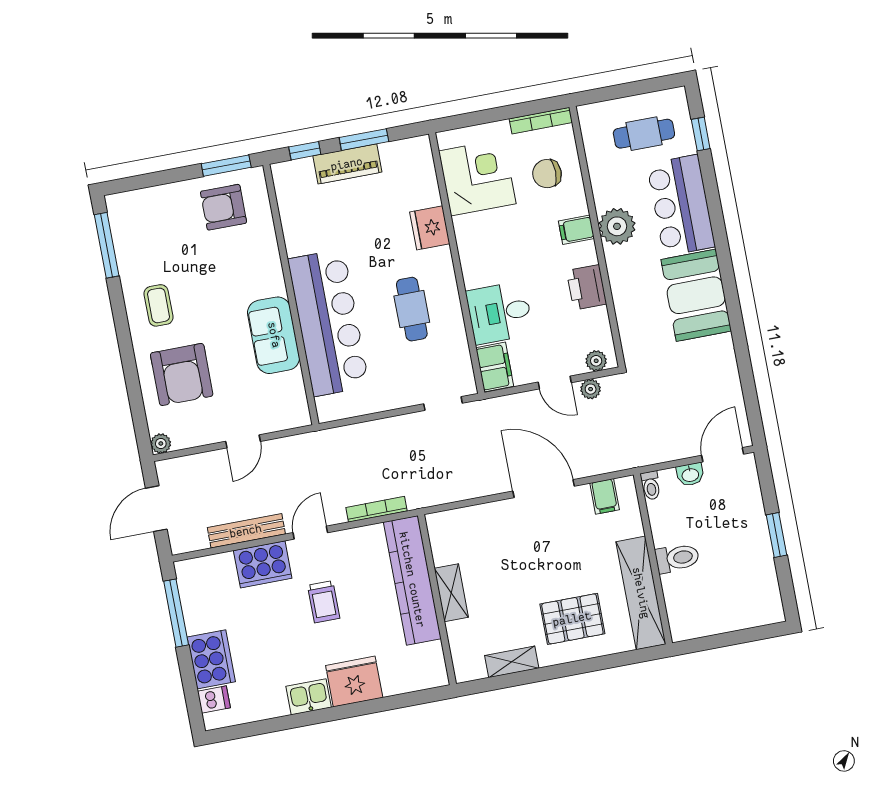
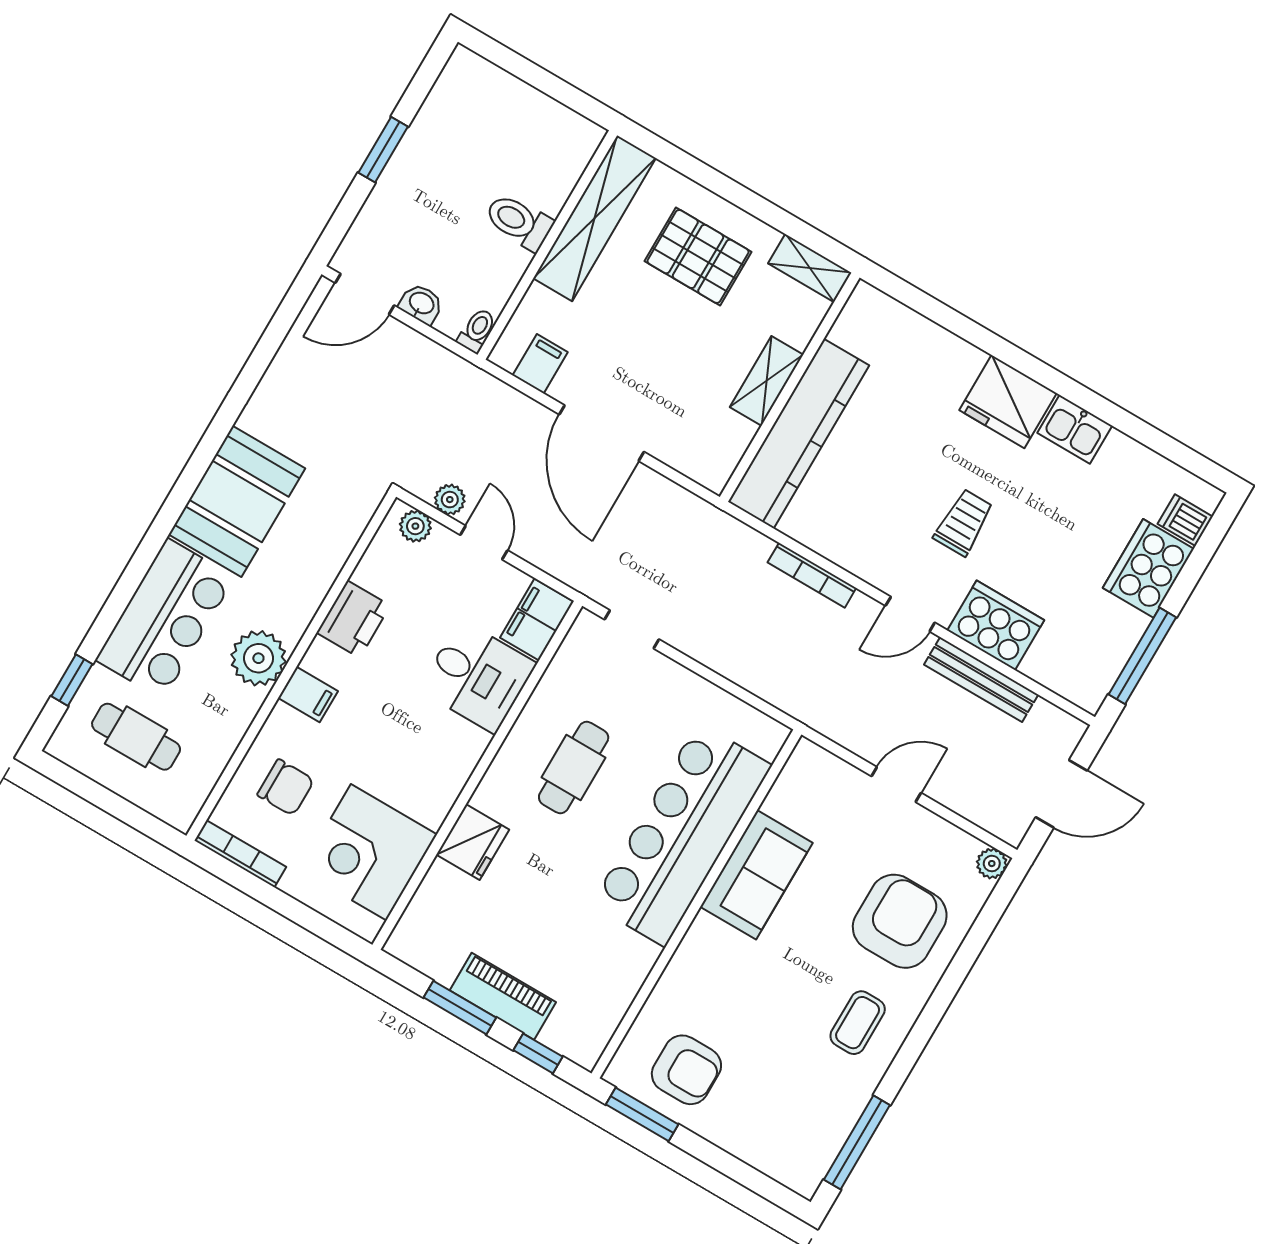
kitchen counter: (412, 580) -> (799, 434), moved
shelving: (451, 593) -> (767, 381), moved
wall: (437, 600) -> (790, 387), moved

